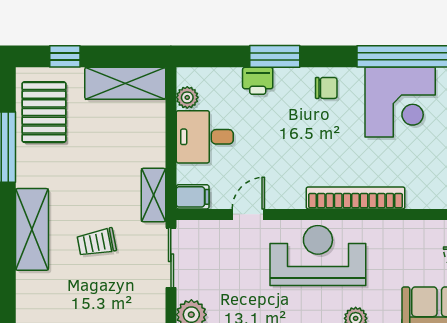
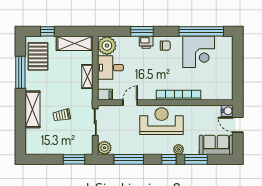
printer: (258, 81) -> (146, 42), moved
plant: (187, 97) -> (107, 46), width x1.87, depth x1.87
shelving: (153, 195) -> (87, 76), moved

